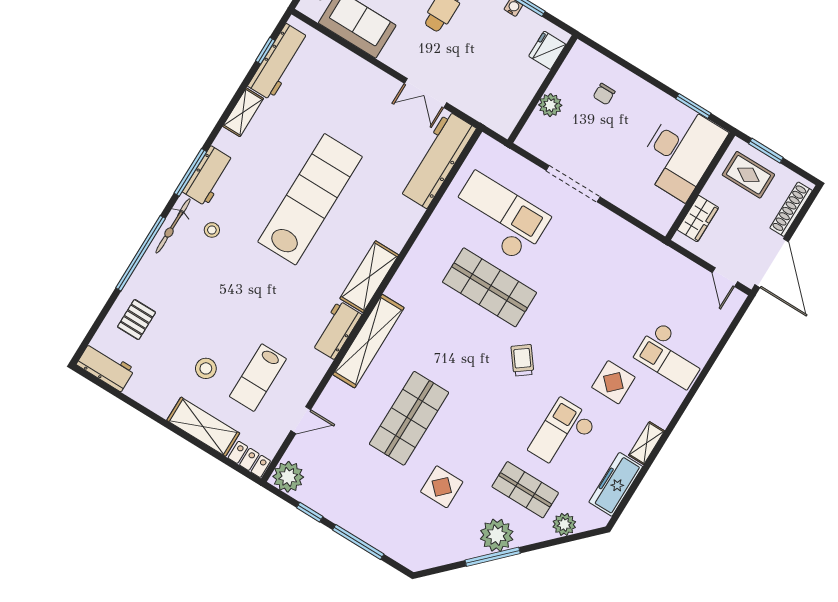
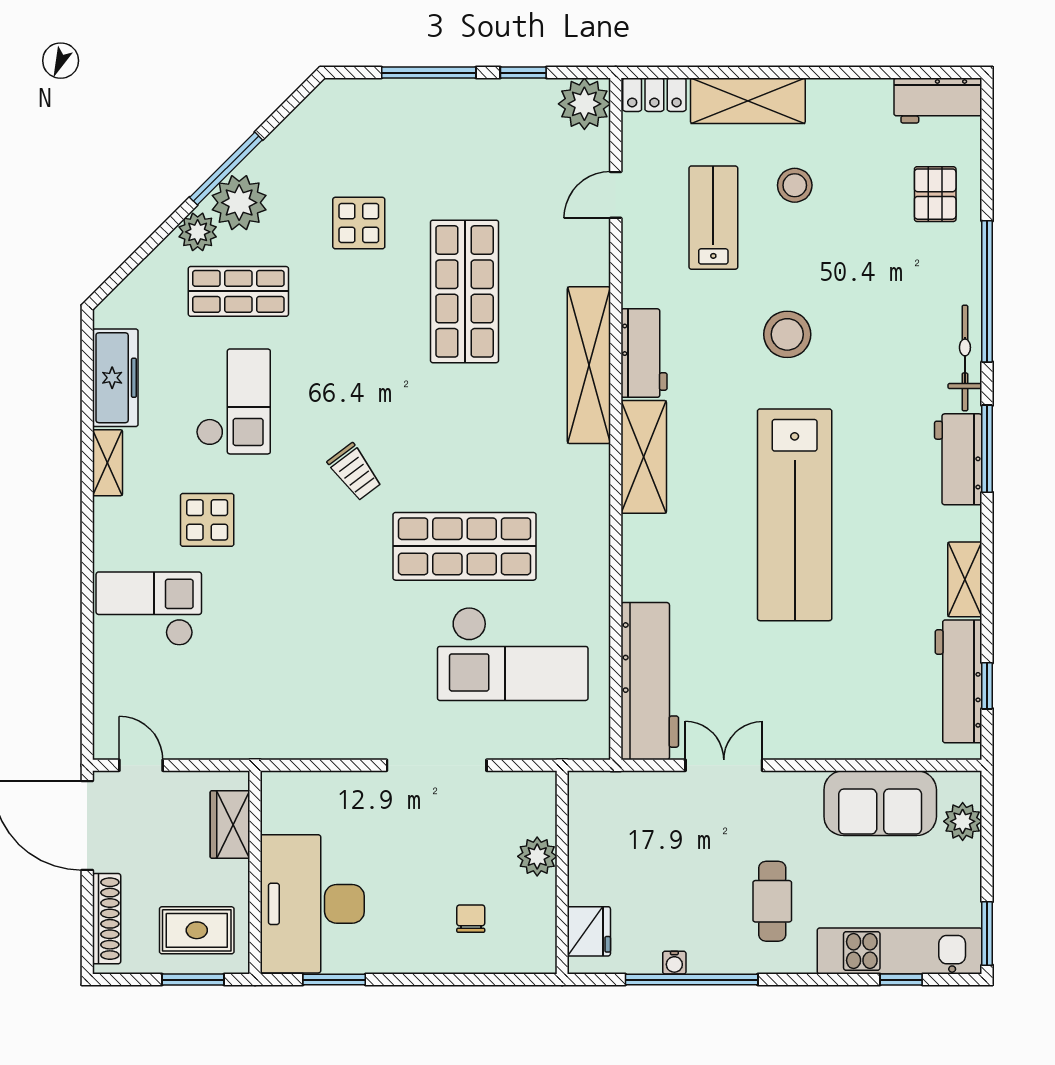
stool: (212, 230) -> (787, 334), moved, width x1.89, depth x1.89
plant: (564, 524) -> (198, 232), moved

